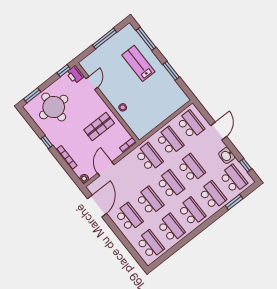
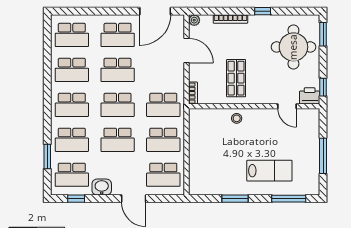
door: (97, 206) -> (155, 11), hinge flipped

